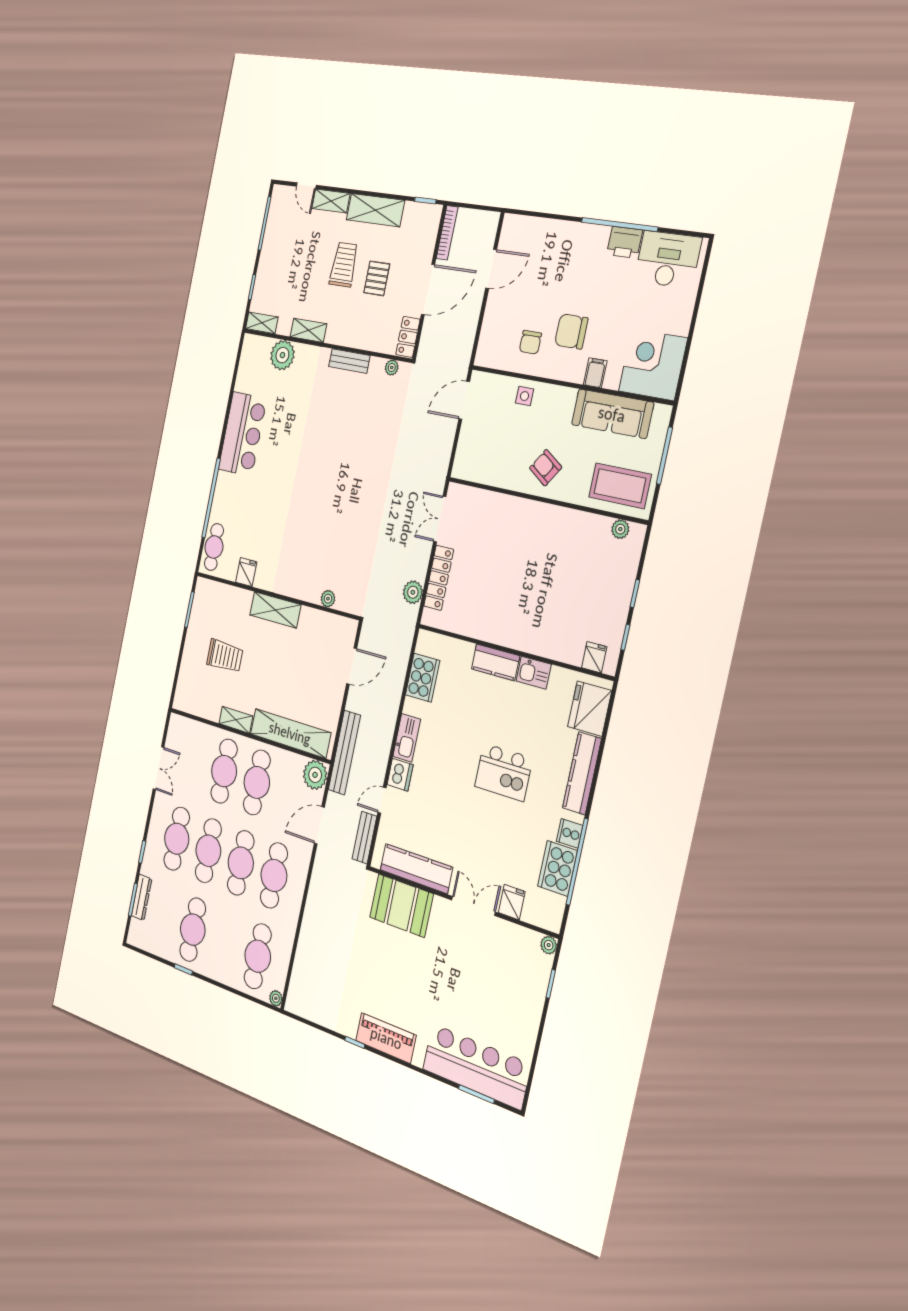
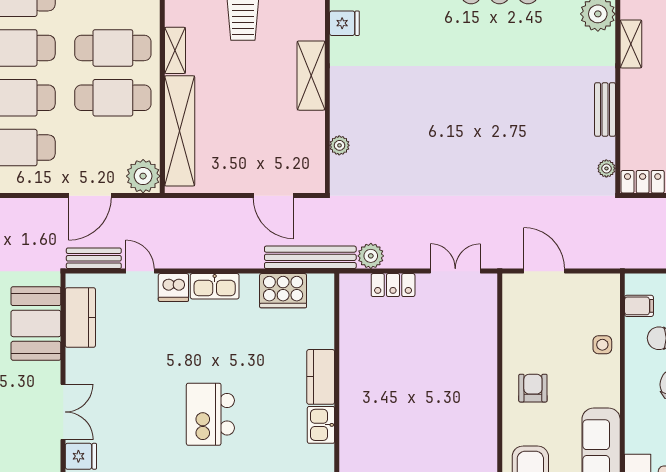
filing cabinet: (595, 373) -> (639, 306), moved
door: (464, 400) -> (544, 271), moved
armchair: (546, 468) -> (533, 388), turned -34
locker: (439, 578) -> (393, 285), width x0.66
bench: (344, 753) -> (310, 257), moved
door: (319, 825) -> (90, 196), swing flipped
kitchen counter: (416, 869) -> (80, 318), width x0.67

